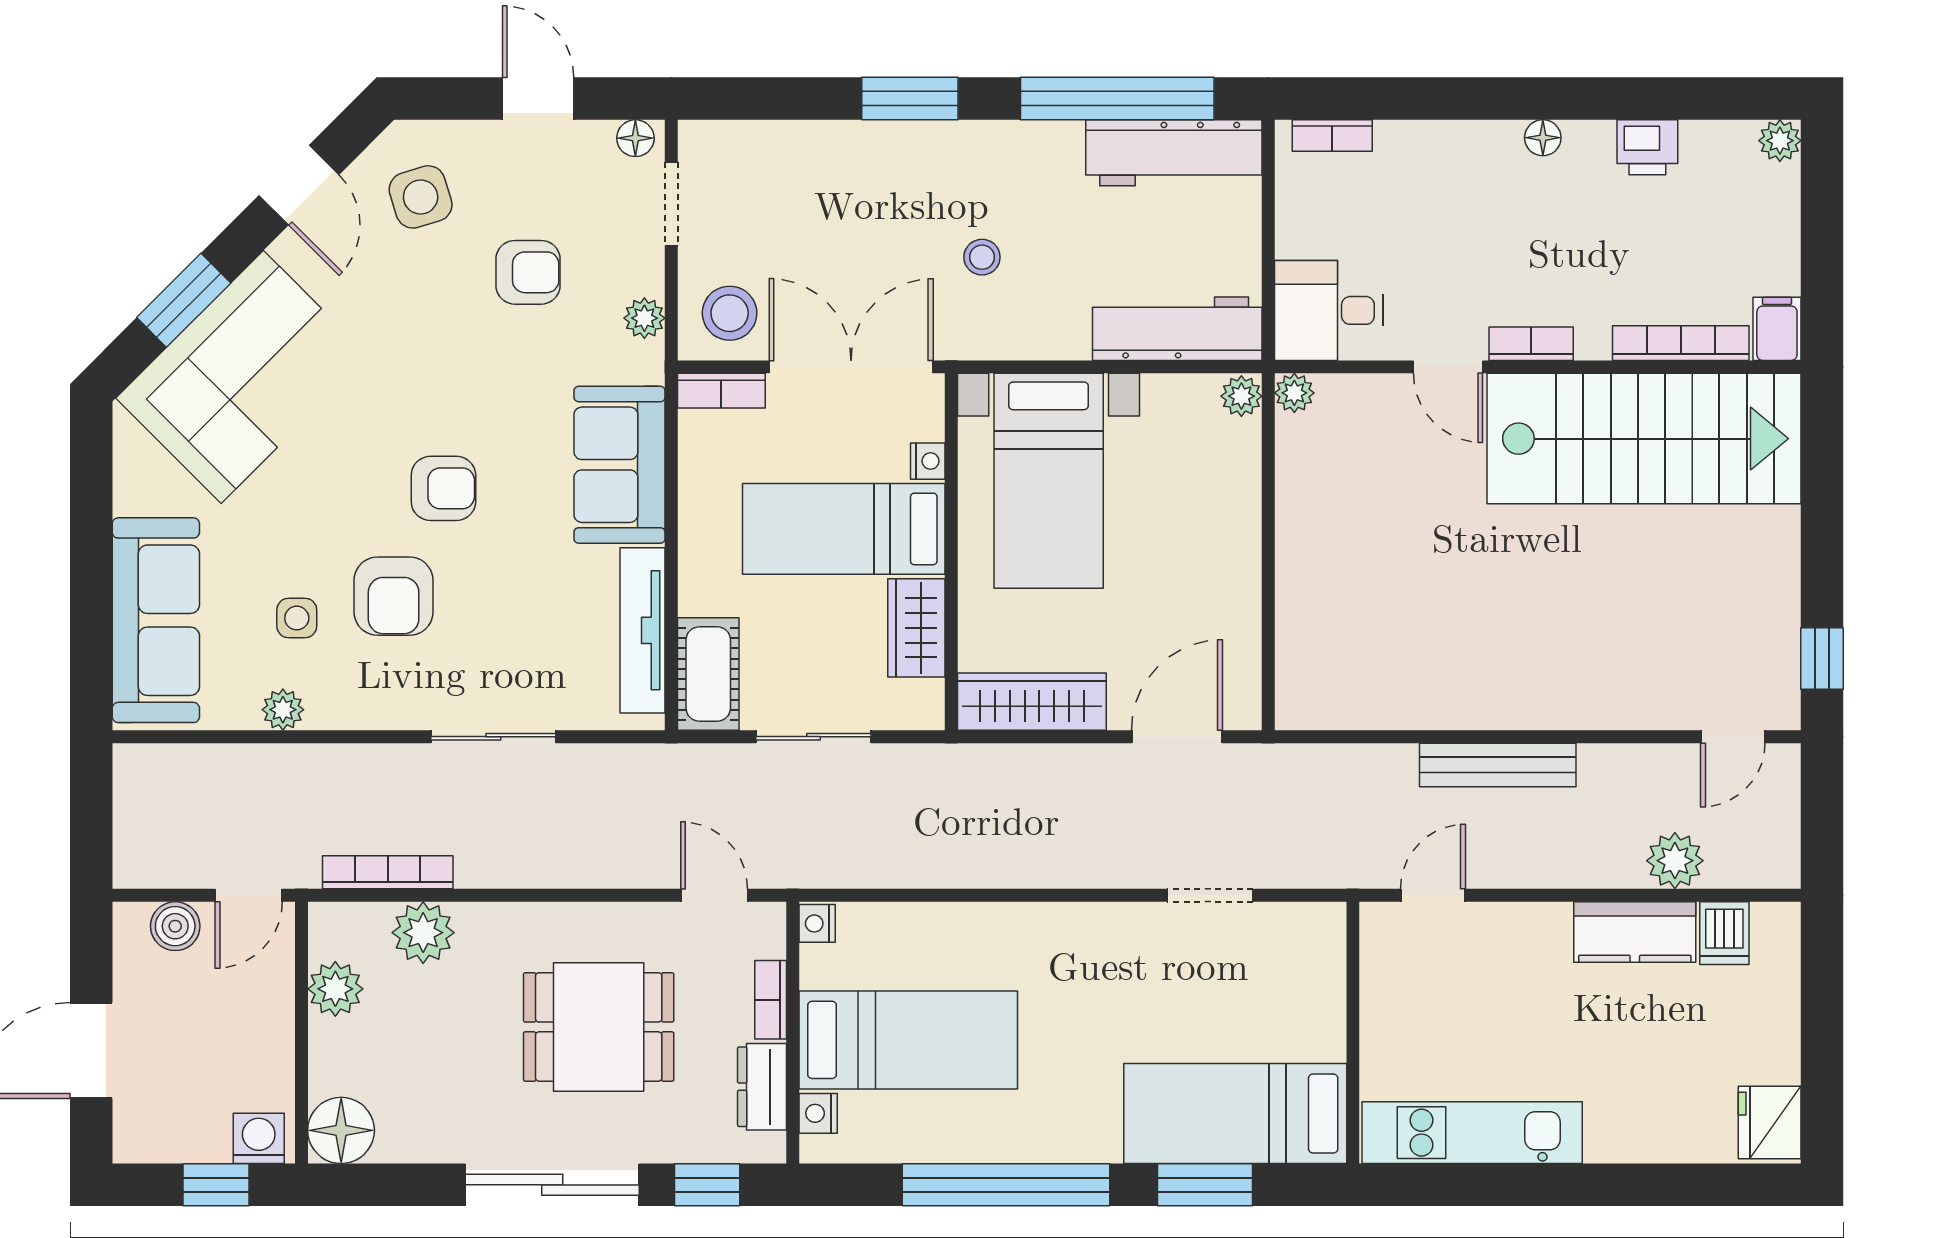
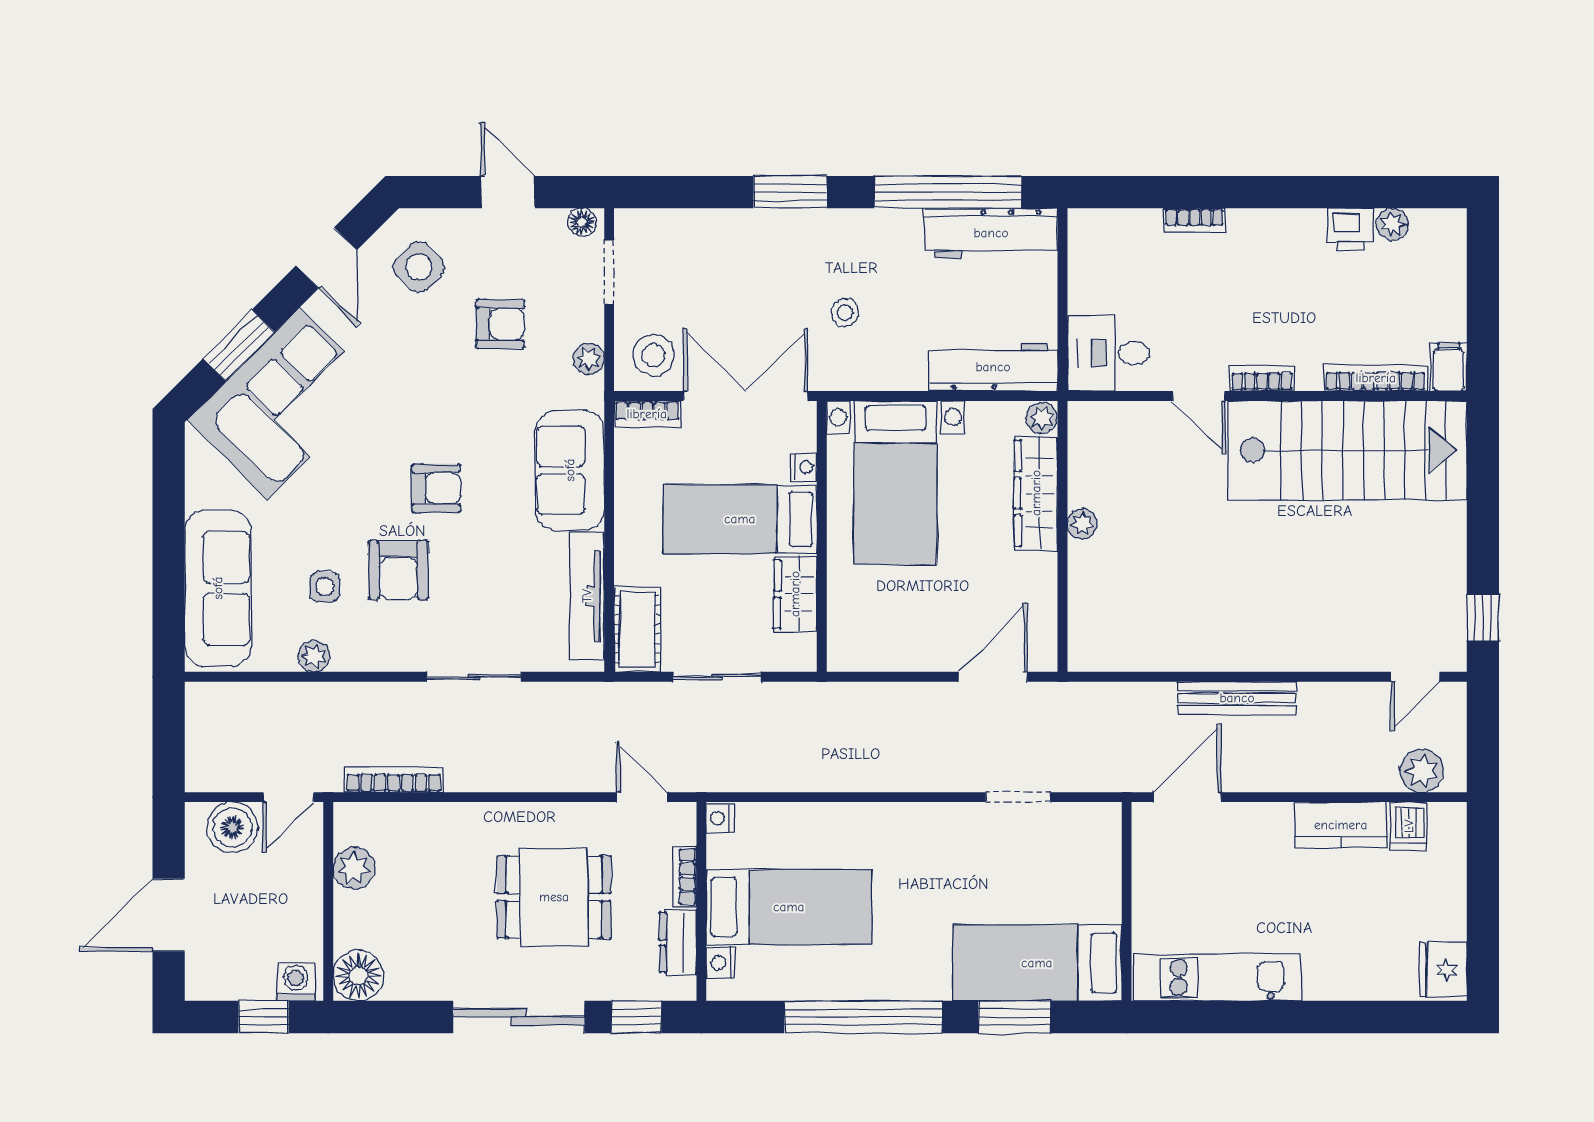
bookcase: (1332, 136) -> (1195, 220), moved
floor lamp: (1543, 138) -> (1271, 222), removed
plant: (1780, 141) -> (1392, 224), moved
side table: (421, 197) -> (419, 267), turned -30
plant: (1294, 393) -> (1082, 524), moved
wardrobe: (1032, 702) -> (1036, 493), moved, turned -90
plant: (1675, 861) -> (1422, 771), moved
door: (1433, 895) -> (1188, 797), width x1.38
boiler: (175, 926) -> (232, 827), width x1.36, depth x1.36
plant: (423, 933) -> (421, 826), removed

